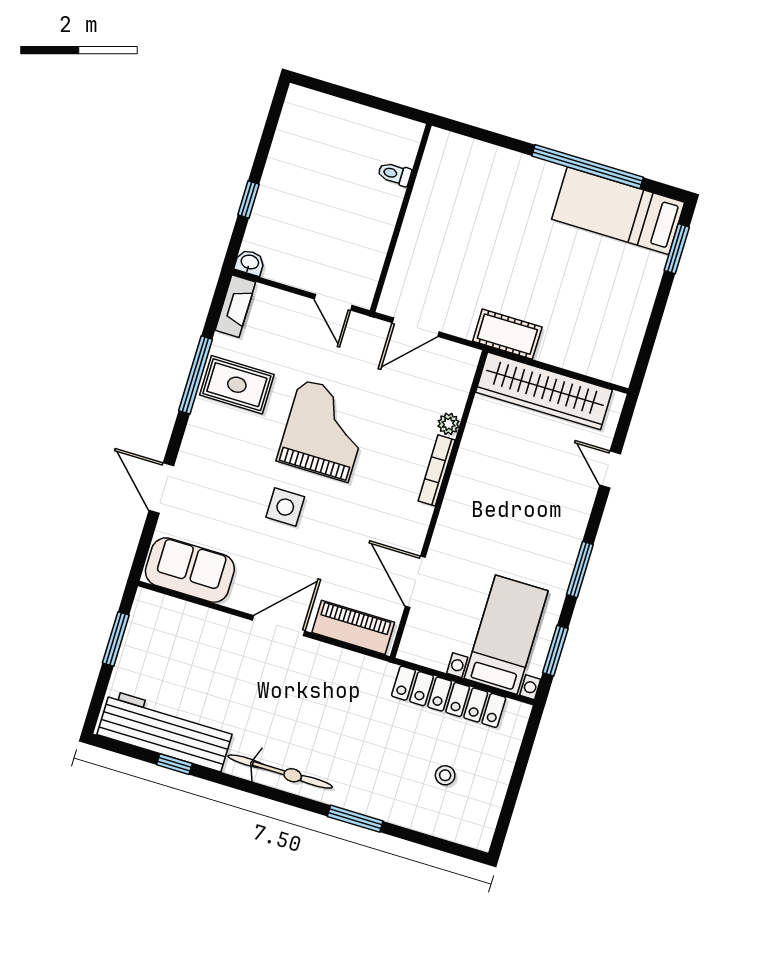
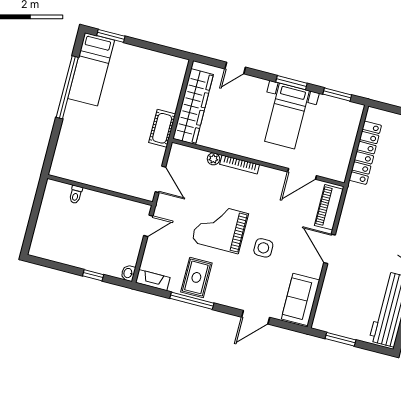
bed with nightstands: (506, 635) -> (287, 116), moved, turned -90

